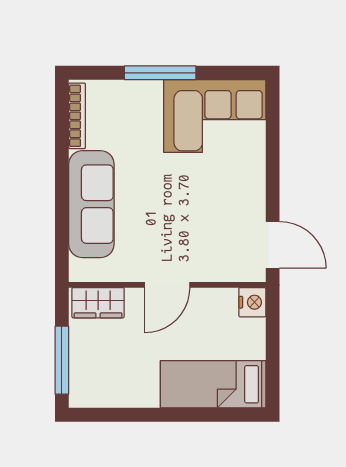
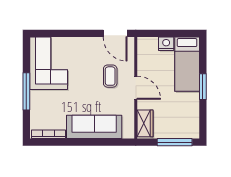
coffee table: (190, 235) -> (110, 76), added
door: (273, 245) -> (115, 33), swing flipped
nightstand: (252, 302) -> (166, 44), moved
window: (169, 415) -> (203, 87), added

